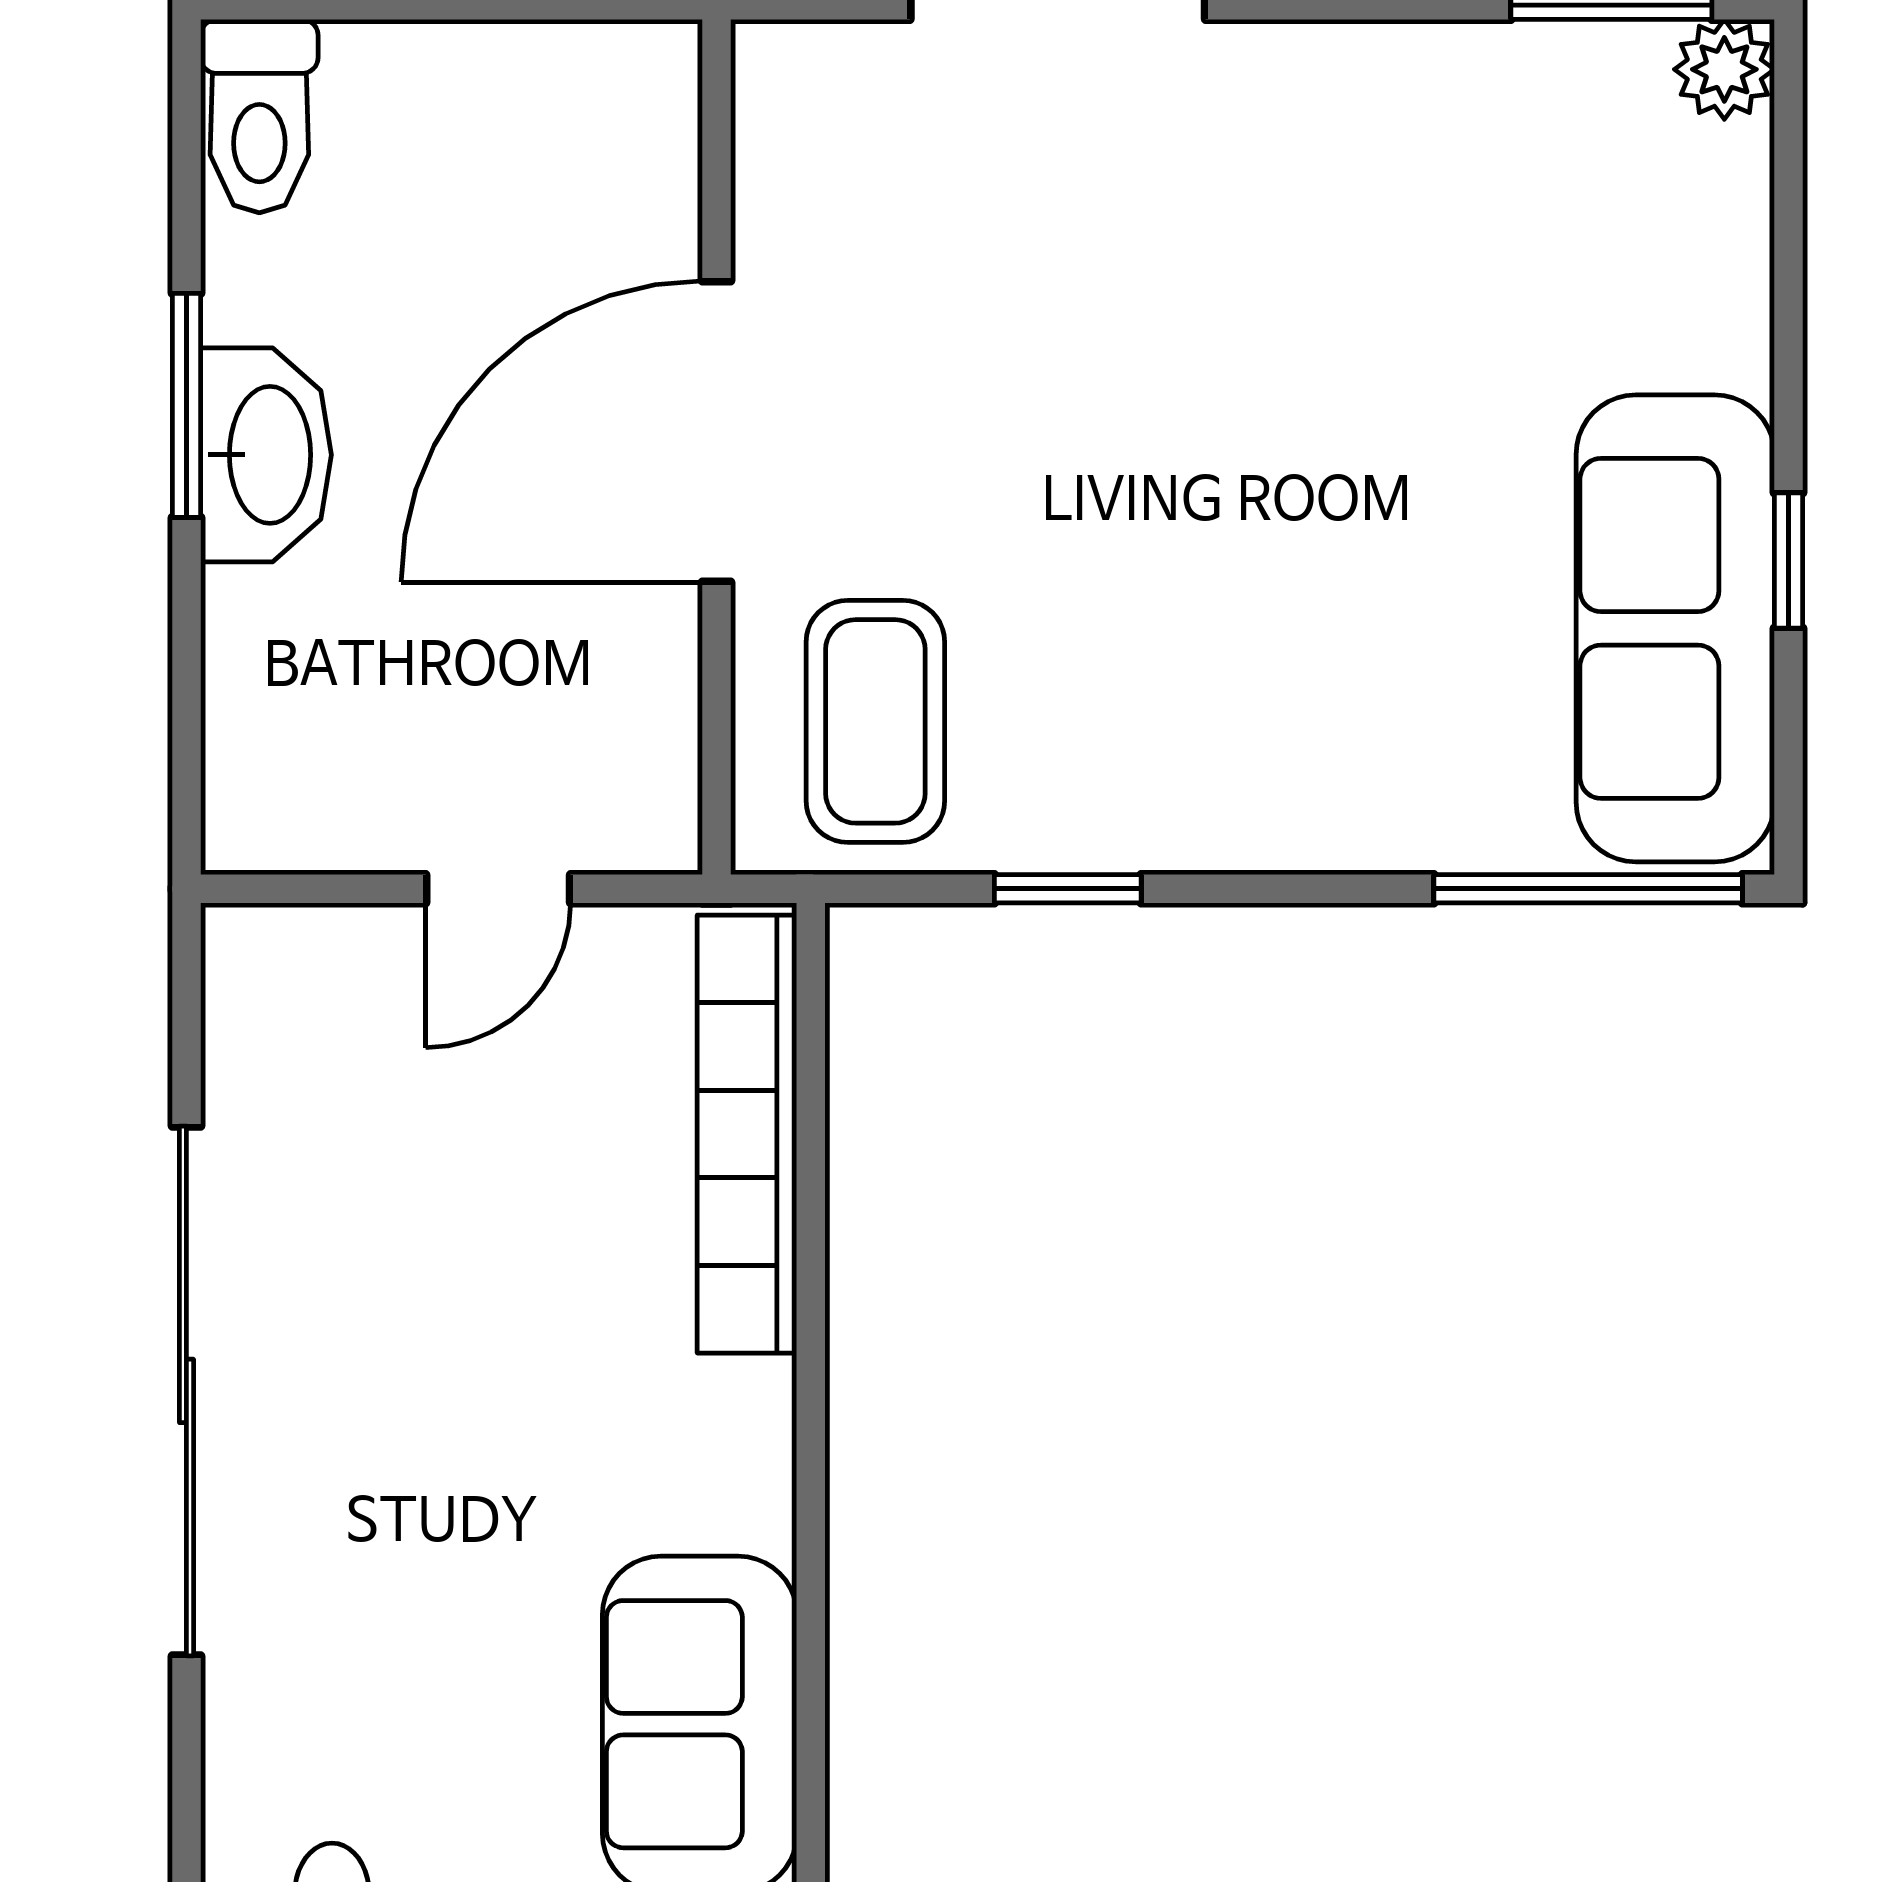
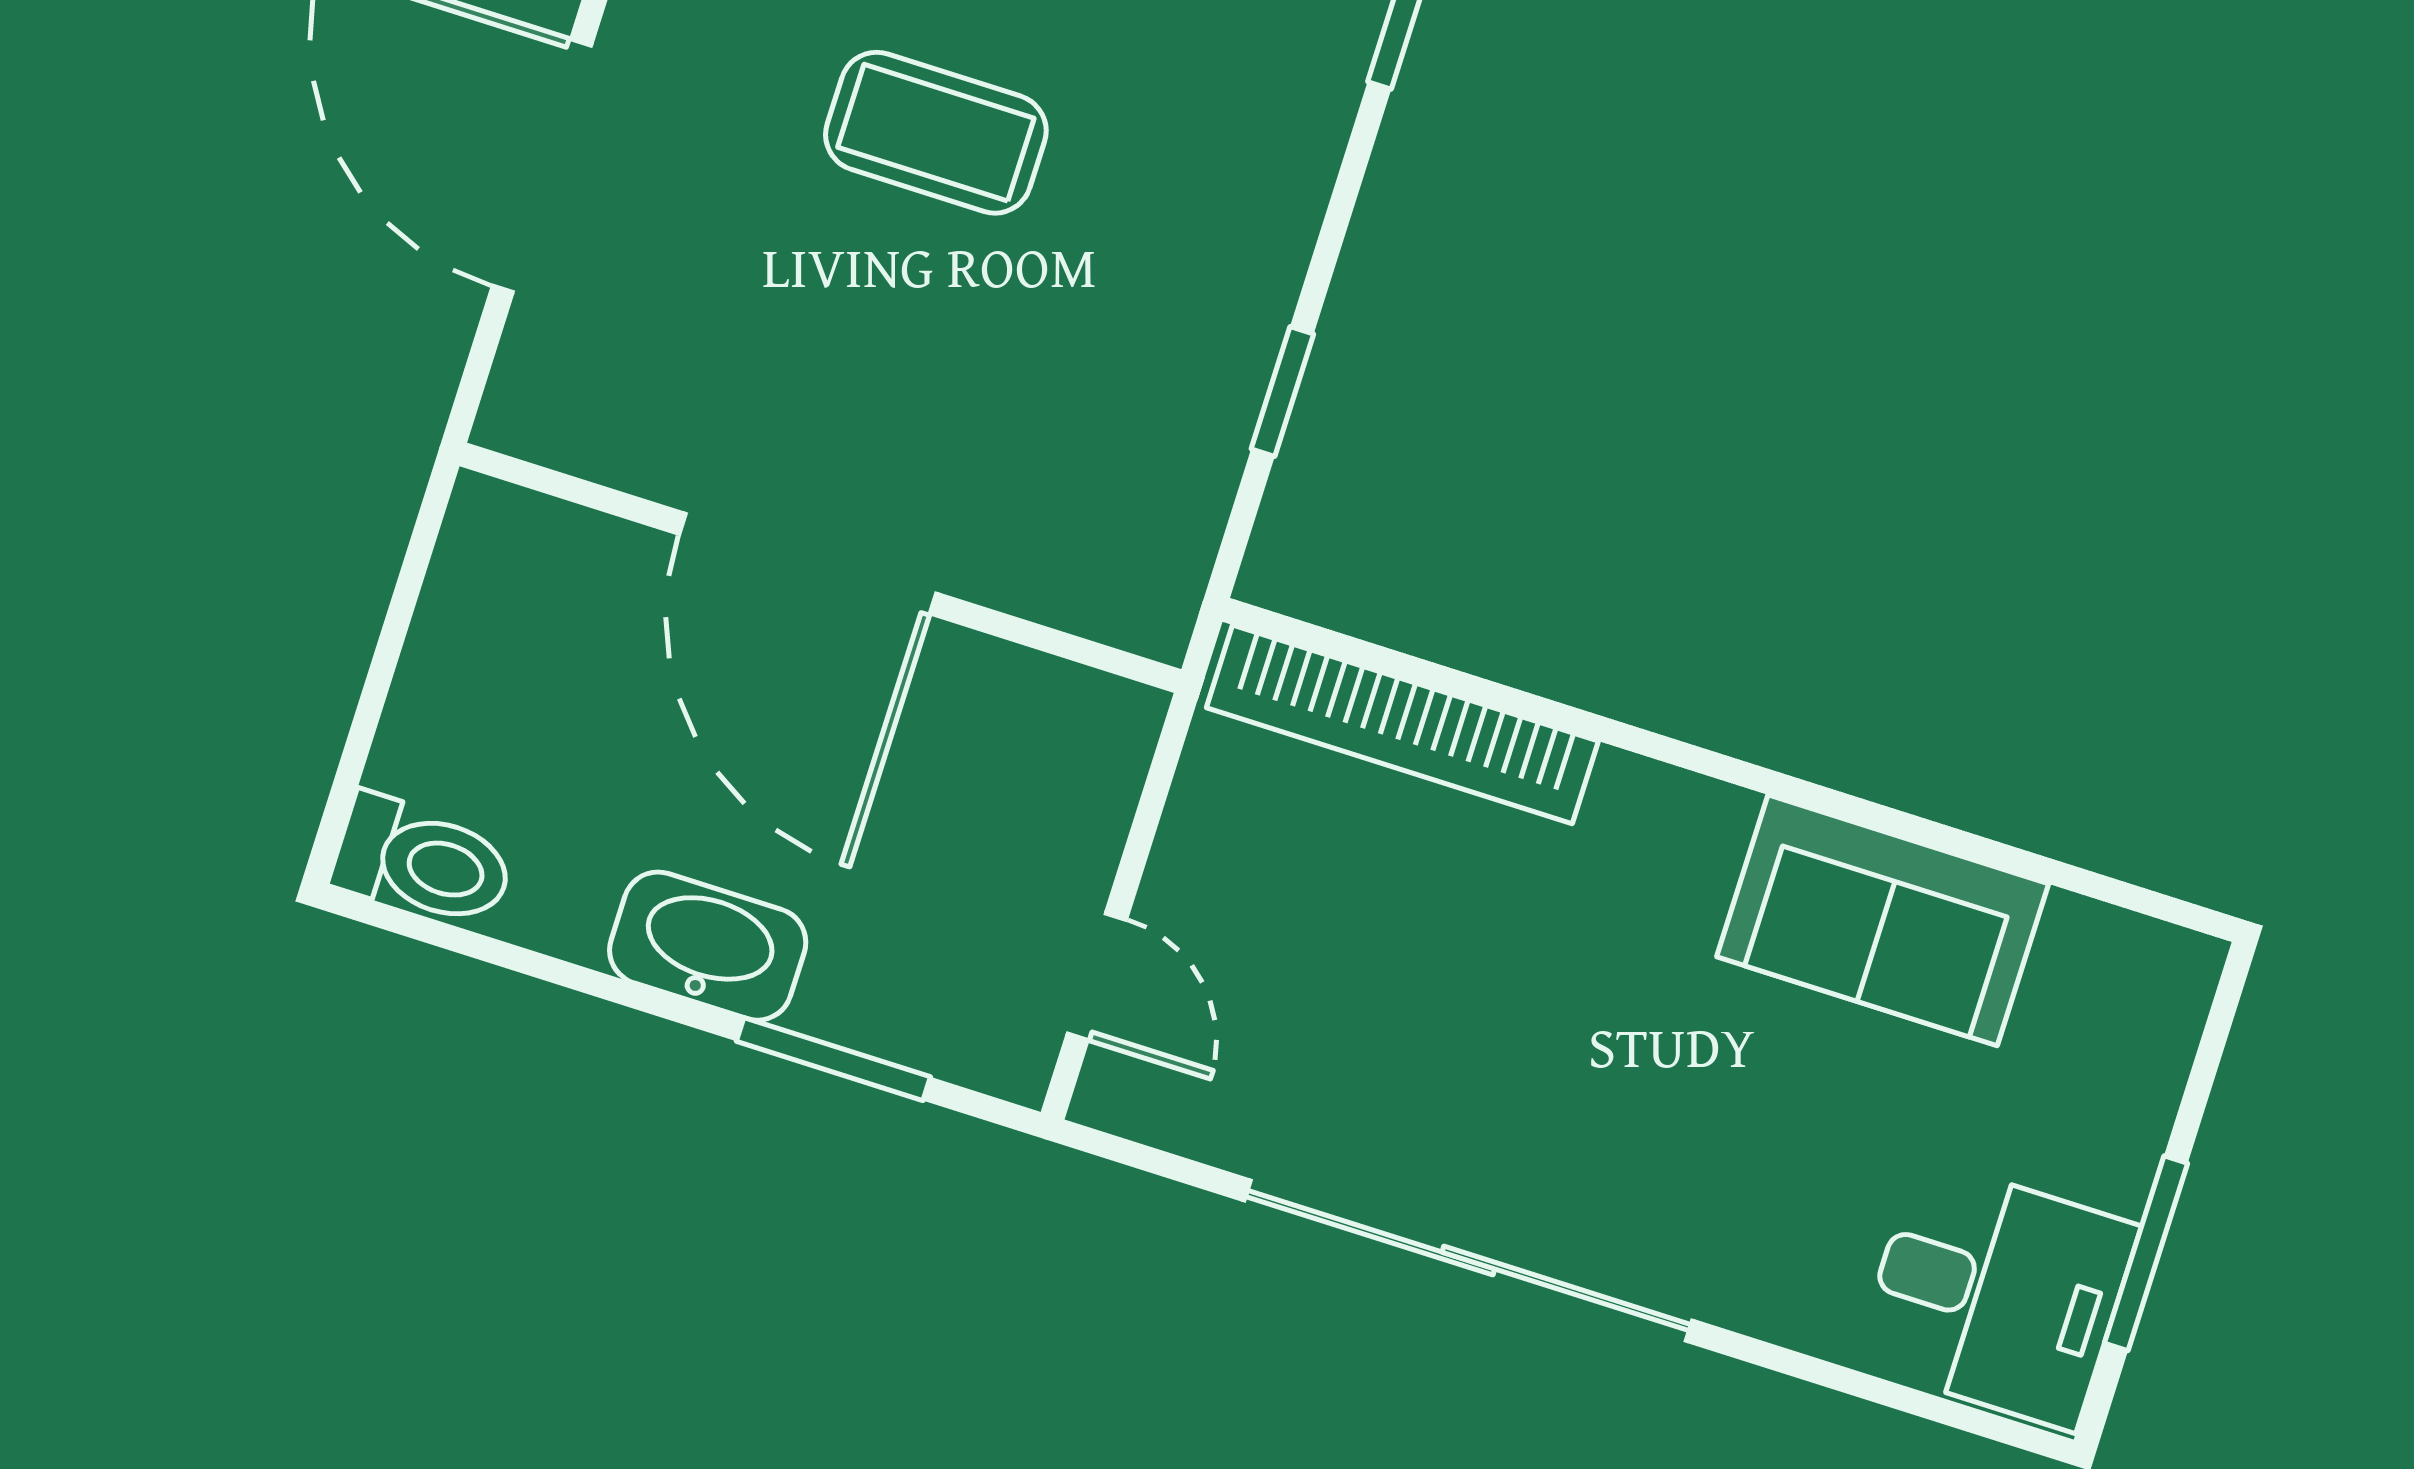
window: (186, 405) -> (833, 1059), moved
coffee table: (875, 721) -> (936, 133), moved
door: (498, 889) -> (1097, 977), moved

